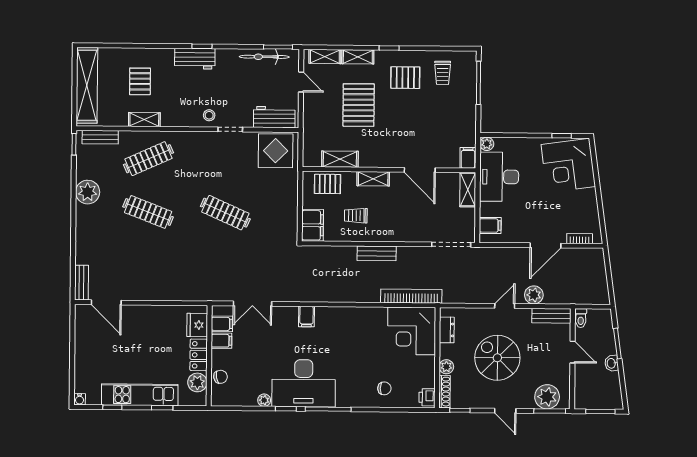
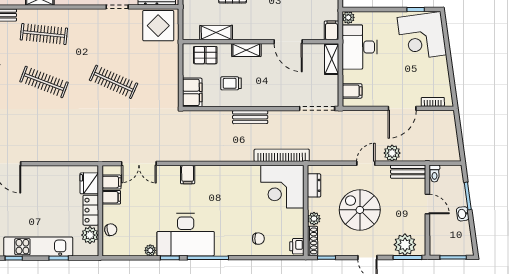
clothes rail: (149, 159) -> (44, 34), turned 30

